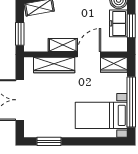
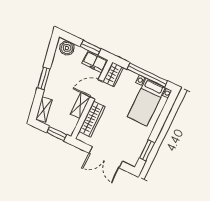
freezer: (118, 23) -> (95, 62), moved
door: (89, 54) -> (97, 89), hinge flipped

